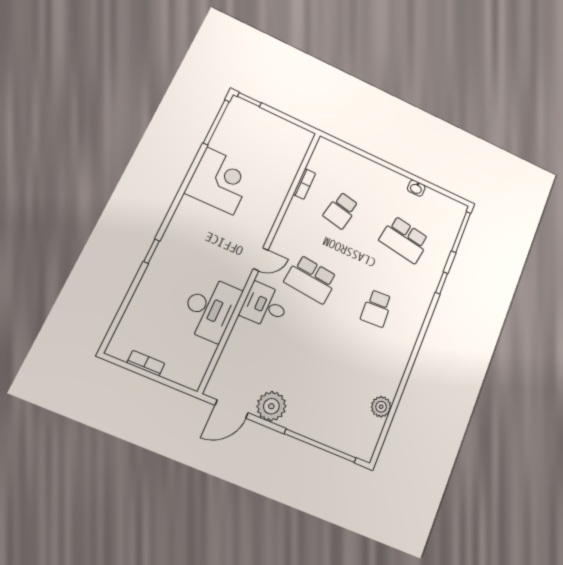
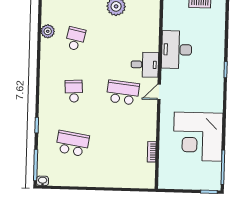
corner desk: (220, 181) -> (198, 137), width x1.36, depth x1.36
washbasin: (416, 188) -> (43, 181), moved
school desk: (341, 210) -> (75, 39), moved

